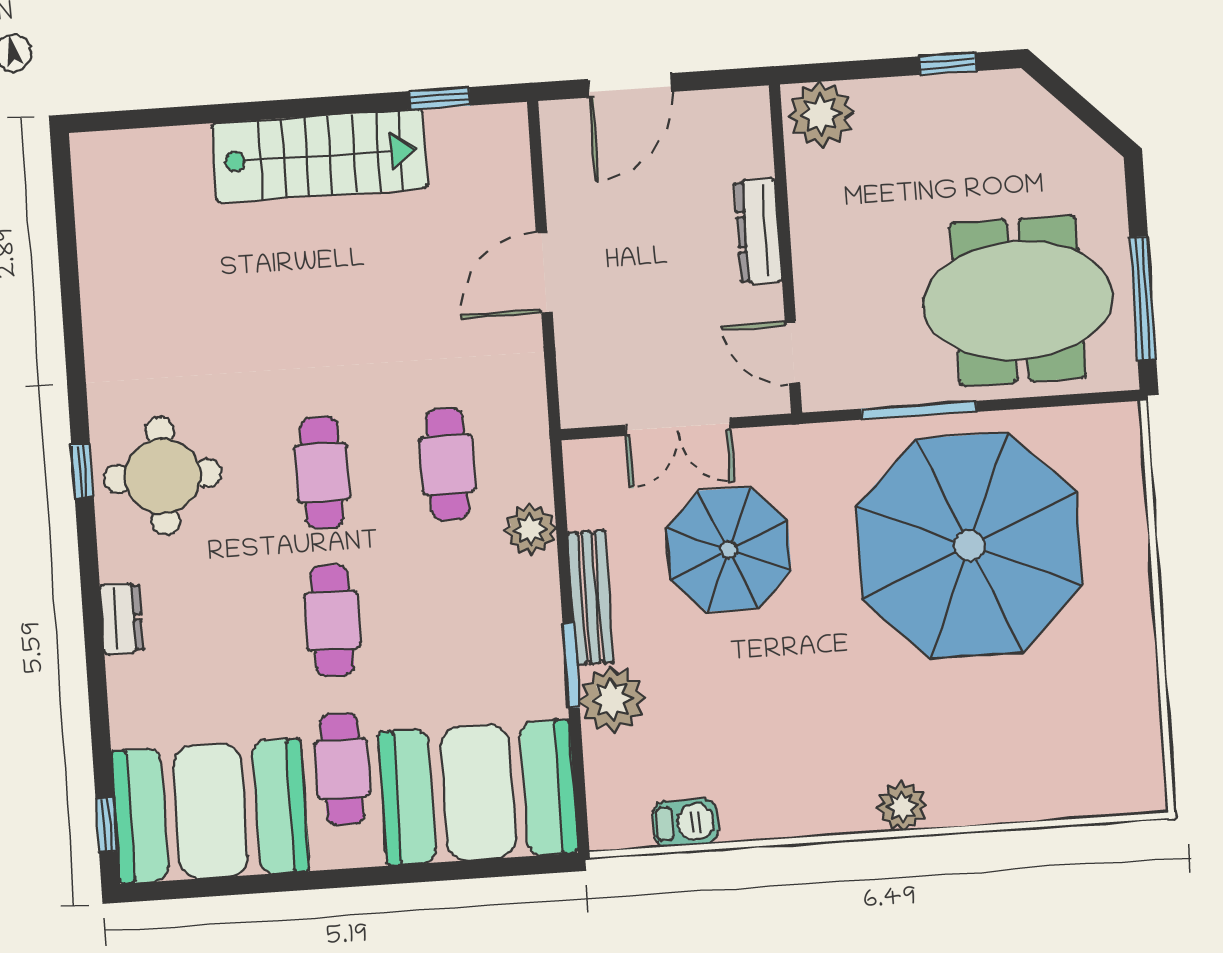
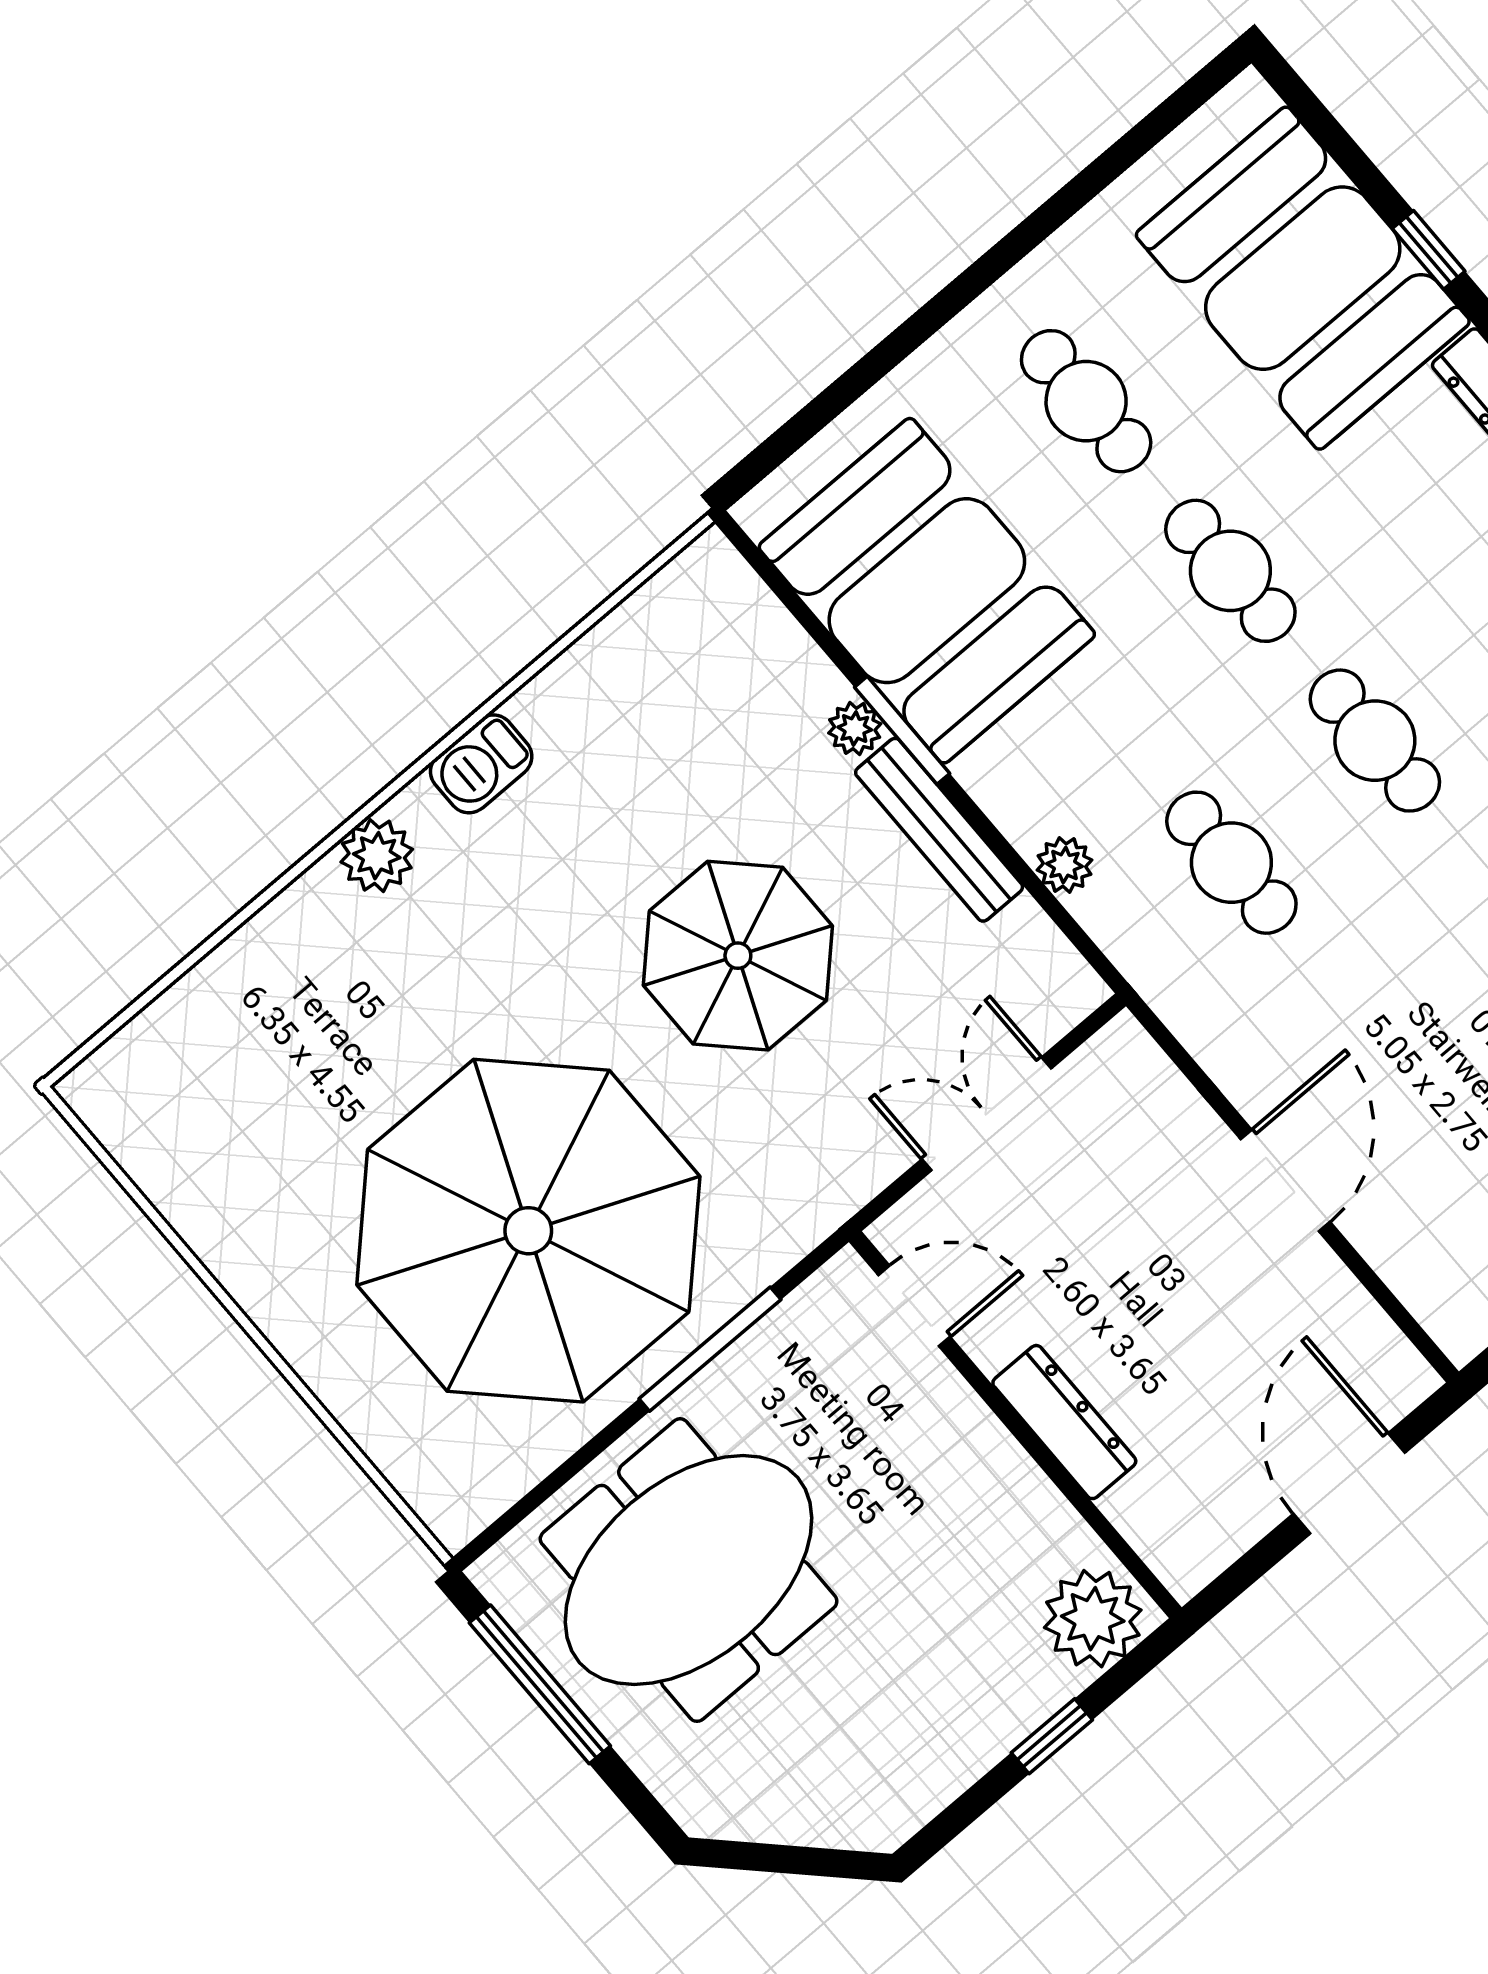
window: (947, 64) -> (1052, 1736), moved
plant: (531, 529) -> (1064, 865), width x0.73, depth x0.73
parasol: (729, 550) -> (738, 956), moved
plant: (612, 699) -> (855, 728), width x0.53, depth x0.53
booth: (478, 792) -> (927, 591), moved, turned 90
booth: (210, 811) -> (1303, 278), moved, turned 90
barbecue: (686, 823) -> (481, 764), moved
window: (107, 825) -> (1429, 250), moved

